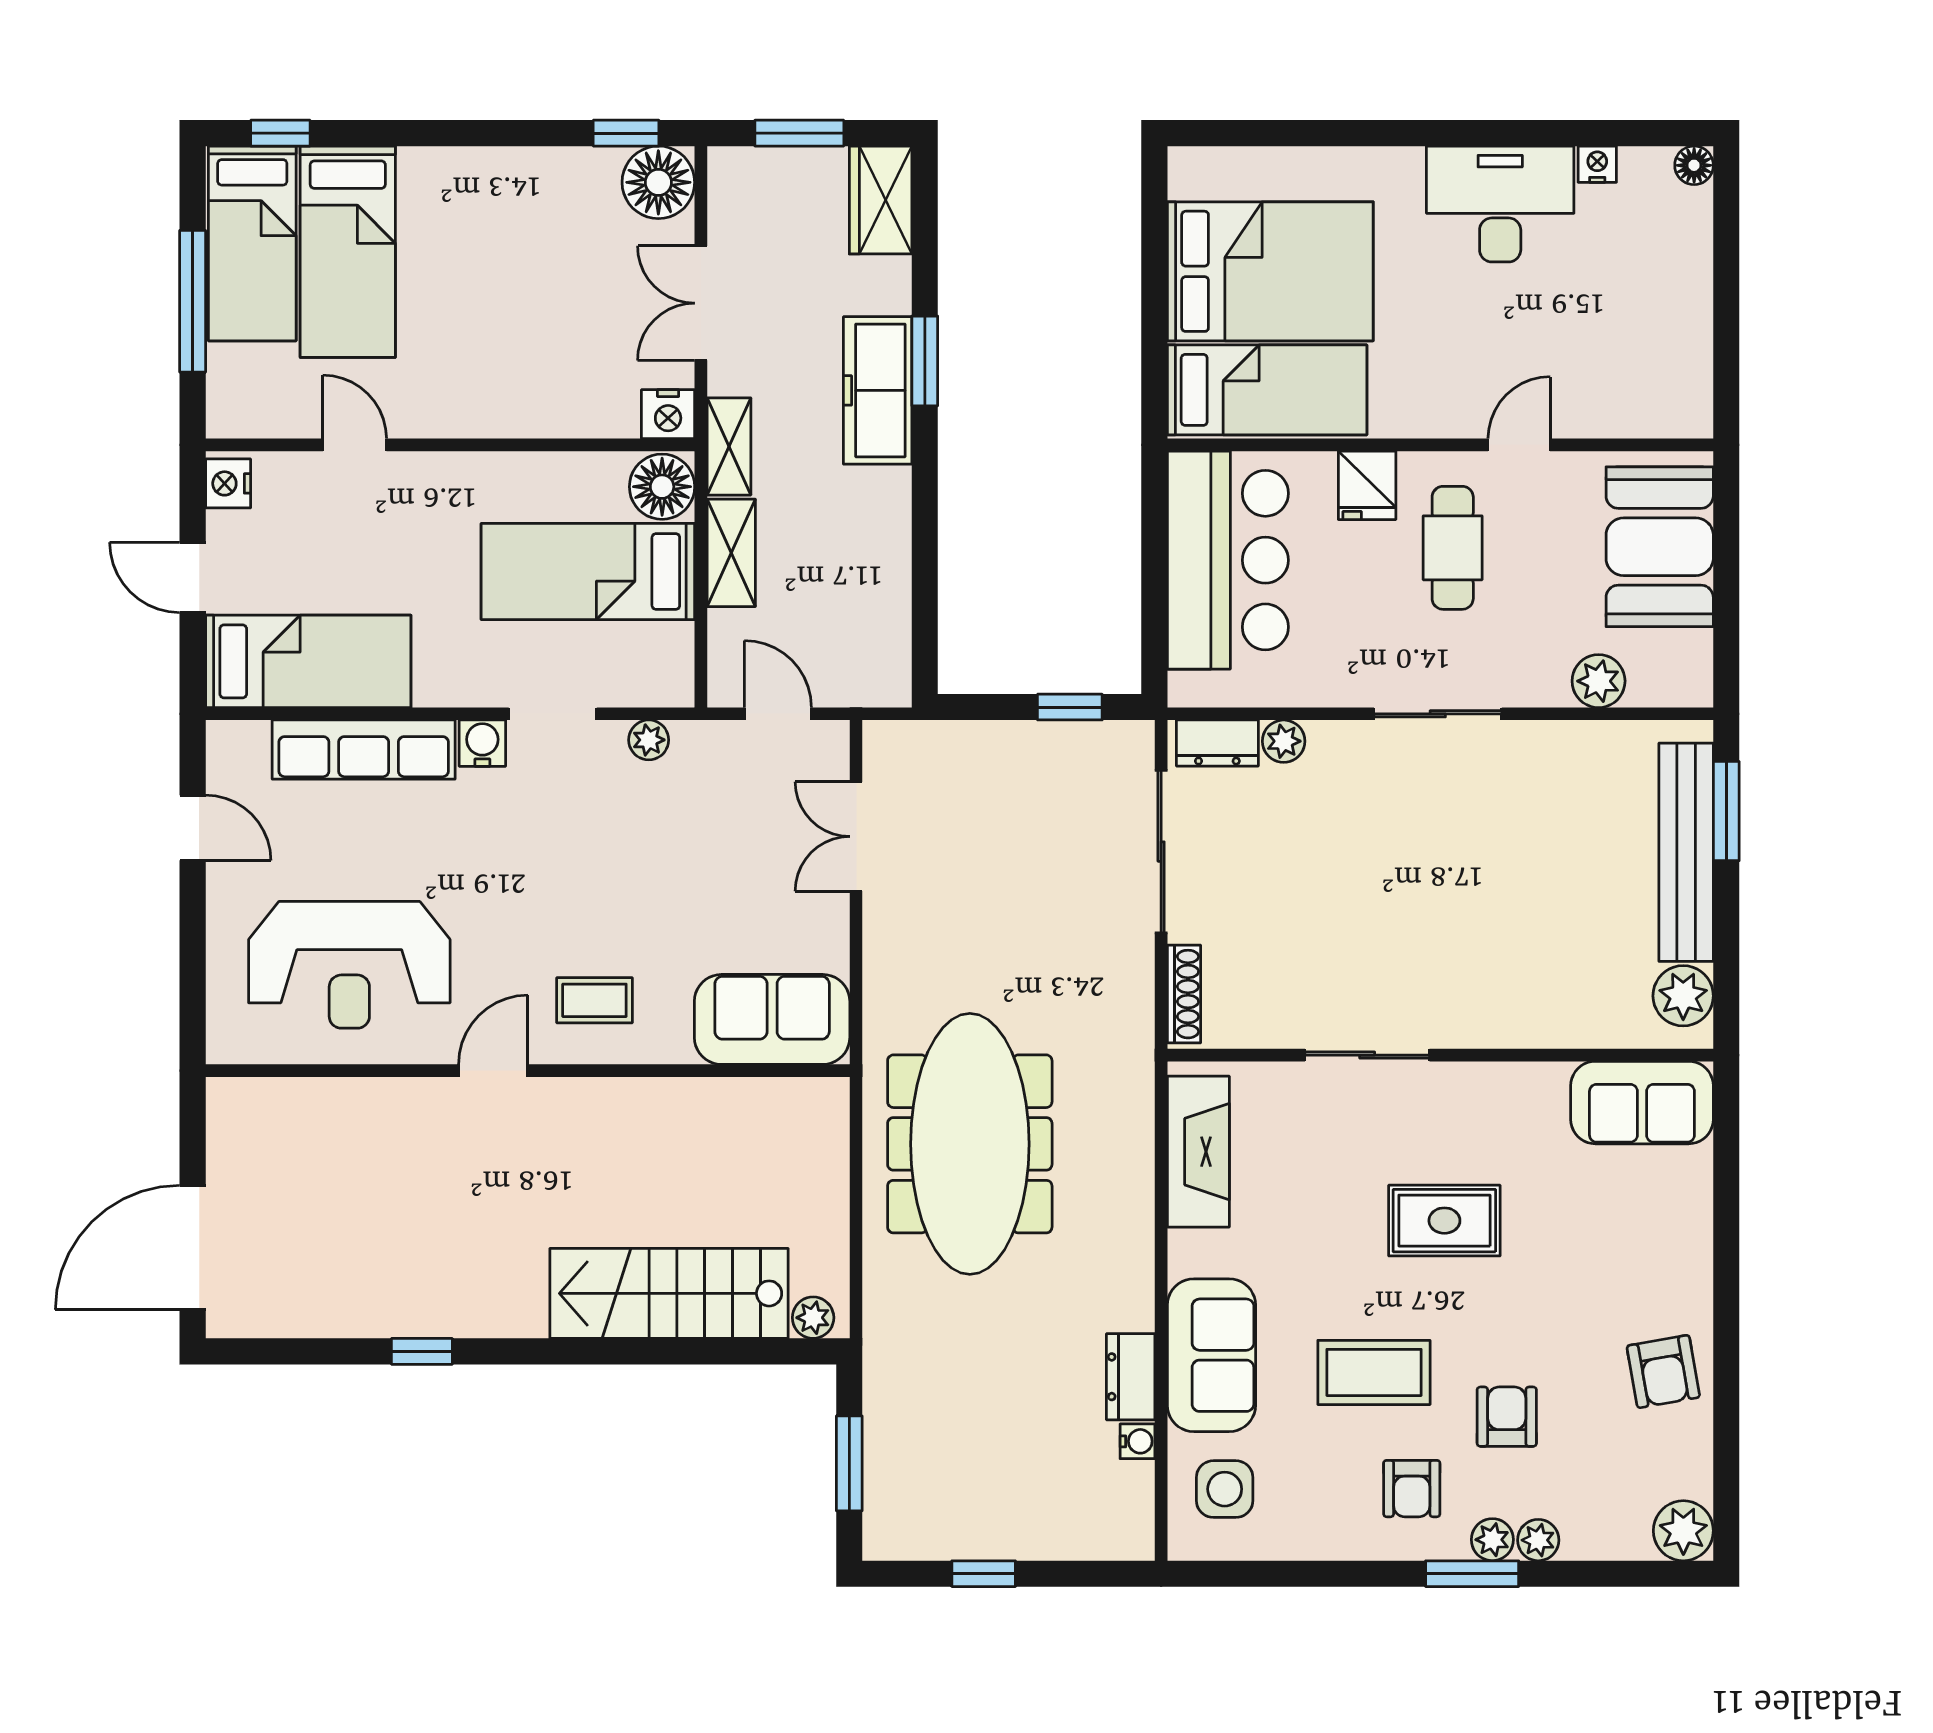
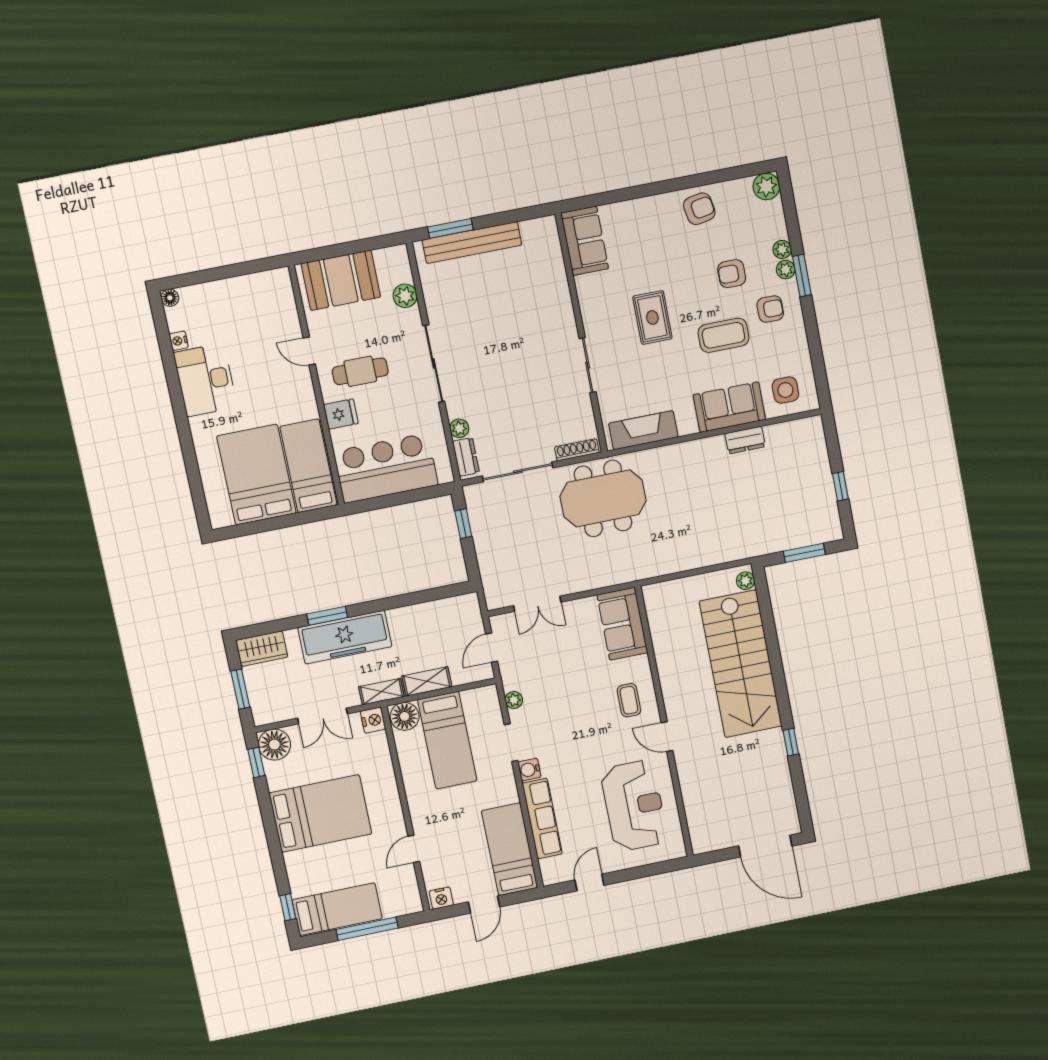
bed: (348, 252) -> (320, 813), moved, width x1.50
freezer: (878, 390) -> (345, 637), width x1.36, depth x1.26
sliding door: (1438, 714) -> (434, 364), width x1.37
plant: (1683, 996) -> (535, 232), removed
meeting table: (970, 1144) -> (603, 498), moved, width x0.73
stairs: (669, 1293) -> (741, 664), width x1.36, depth x1.51
coffee table: (1374, 1372) -> (723, 335), turned 90
water cooler: (1137, 1441) -> (772, 432), removed

